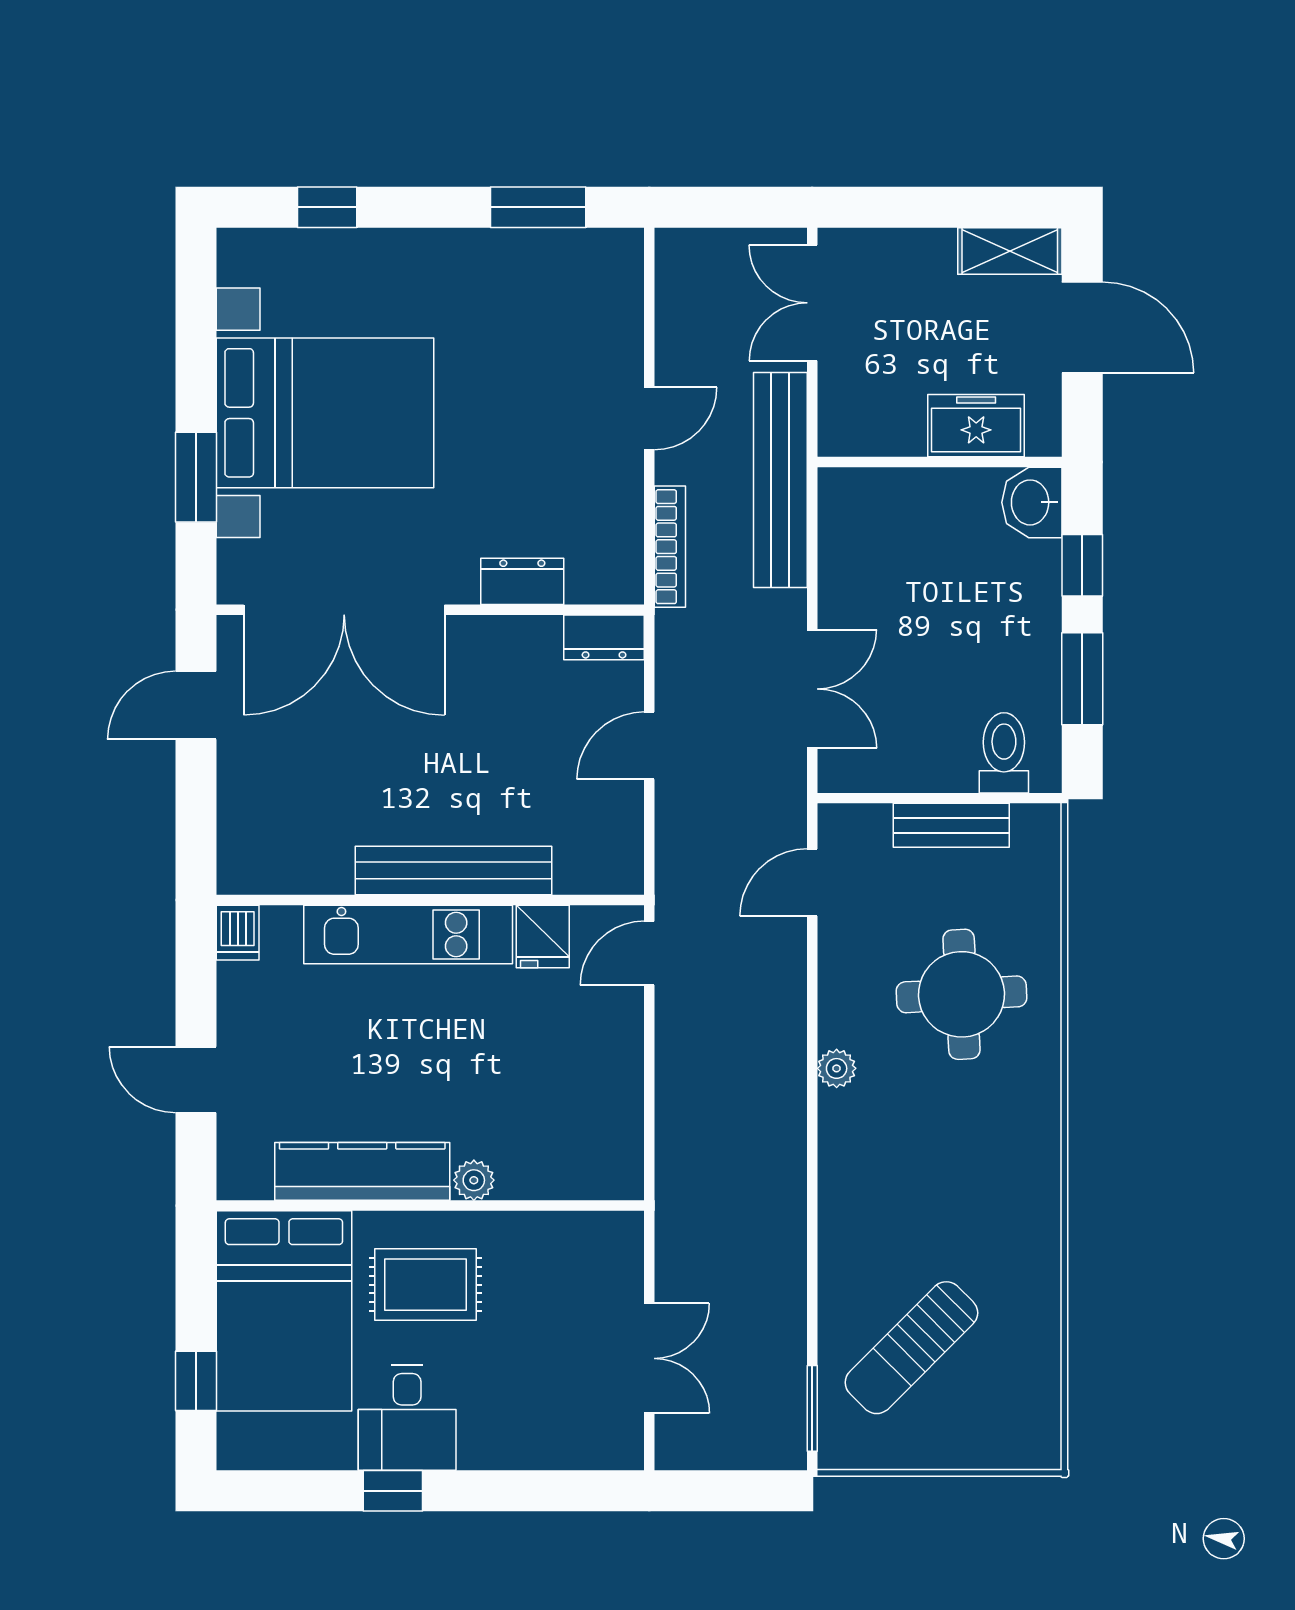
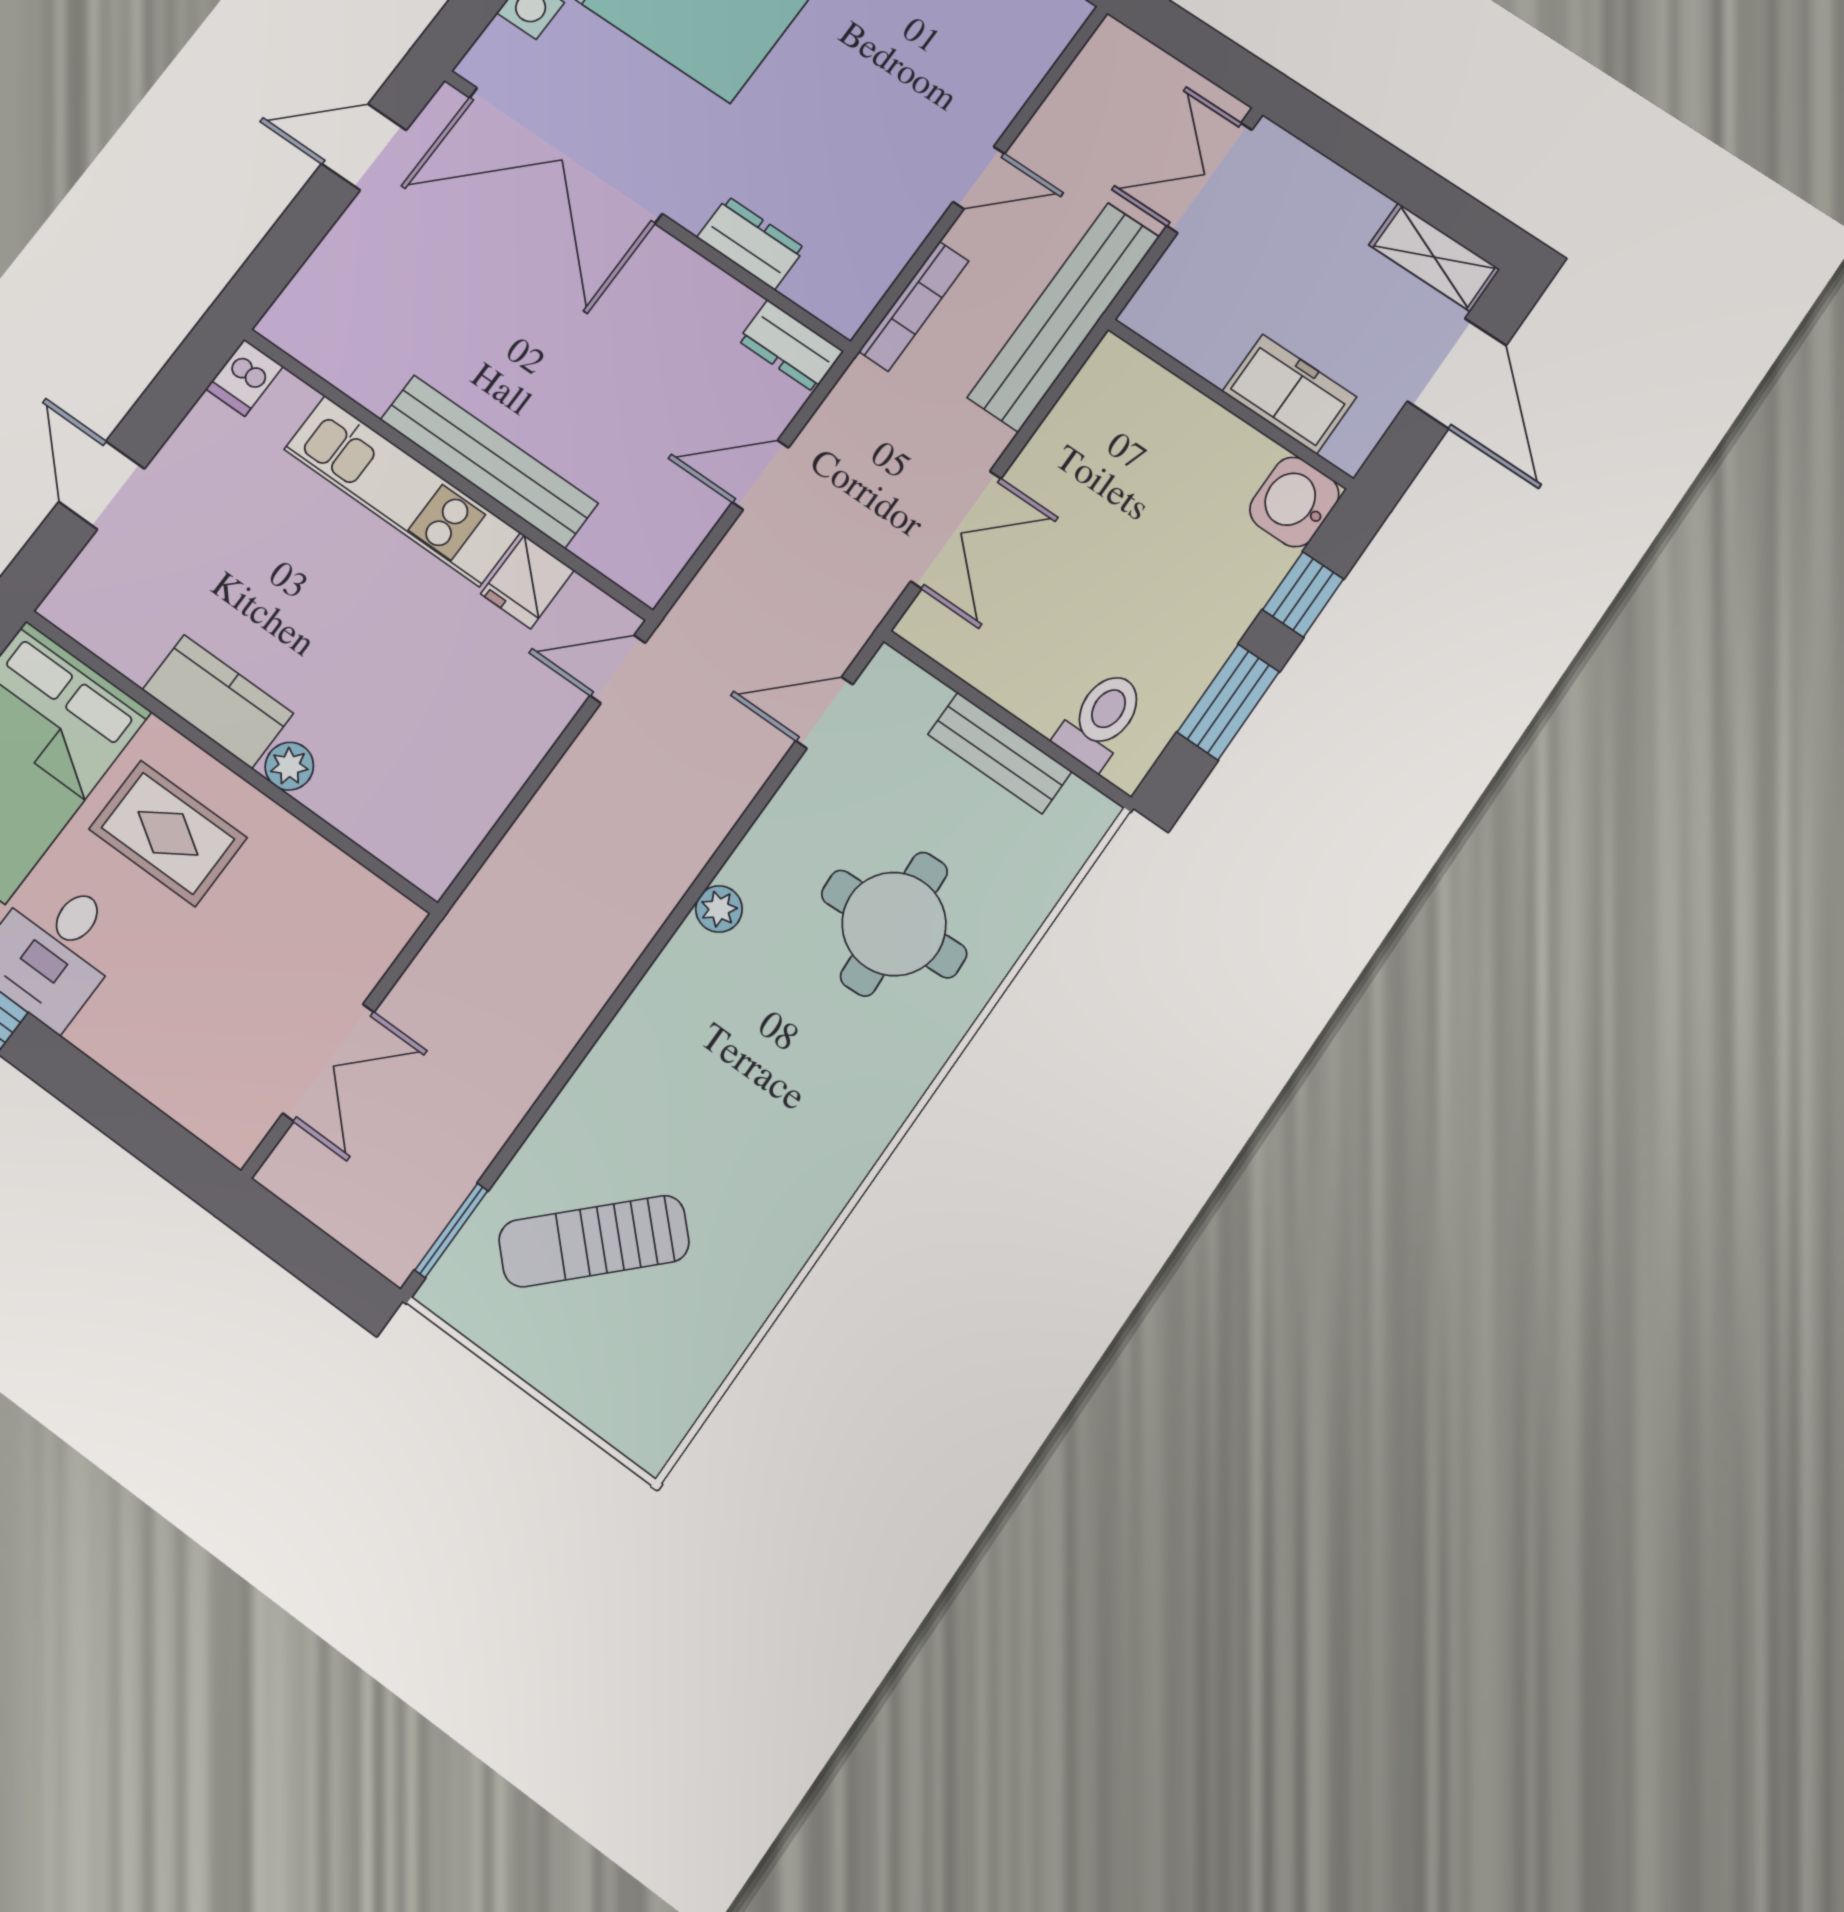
kitchen counter: (362, 1171) -> (218, 702), width x0.67

